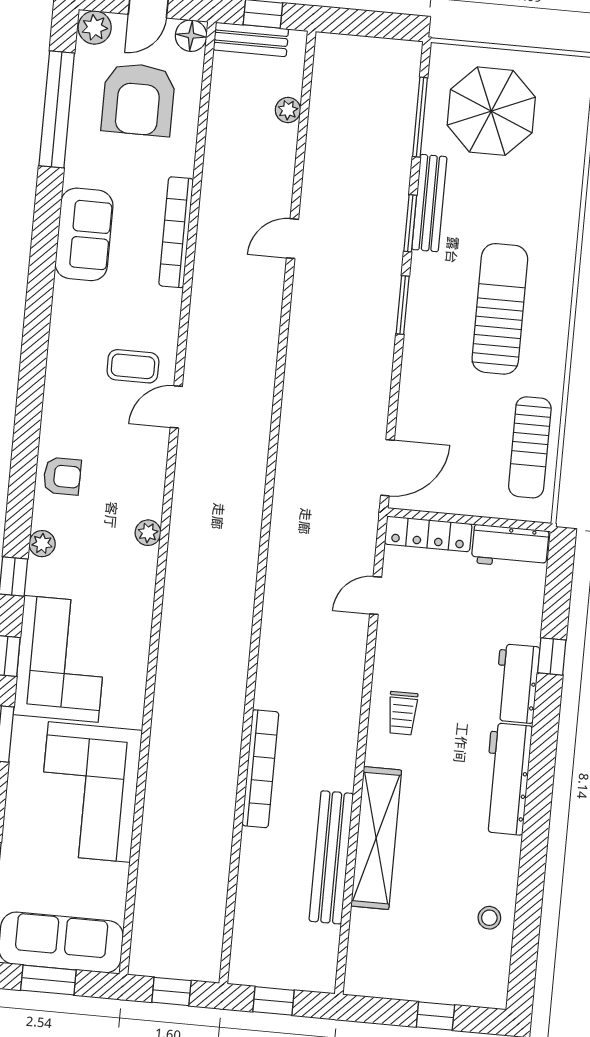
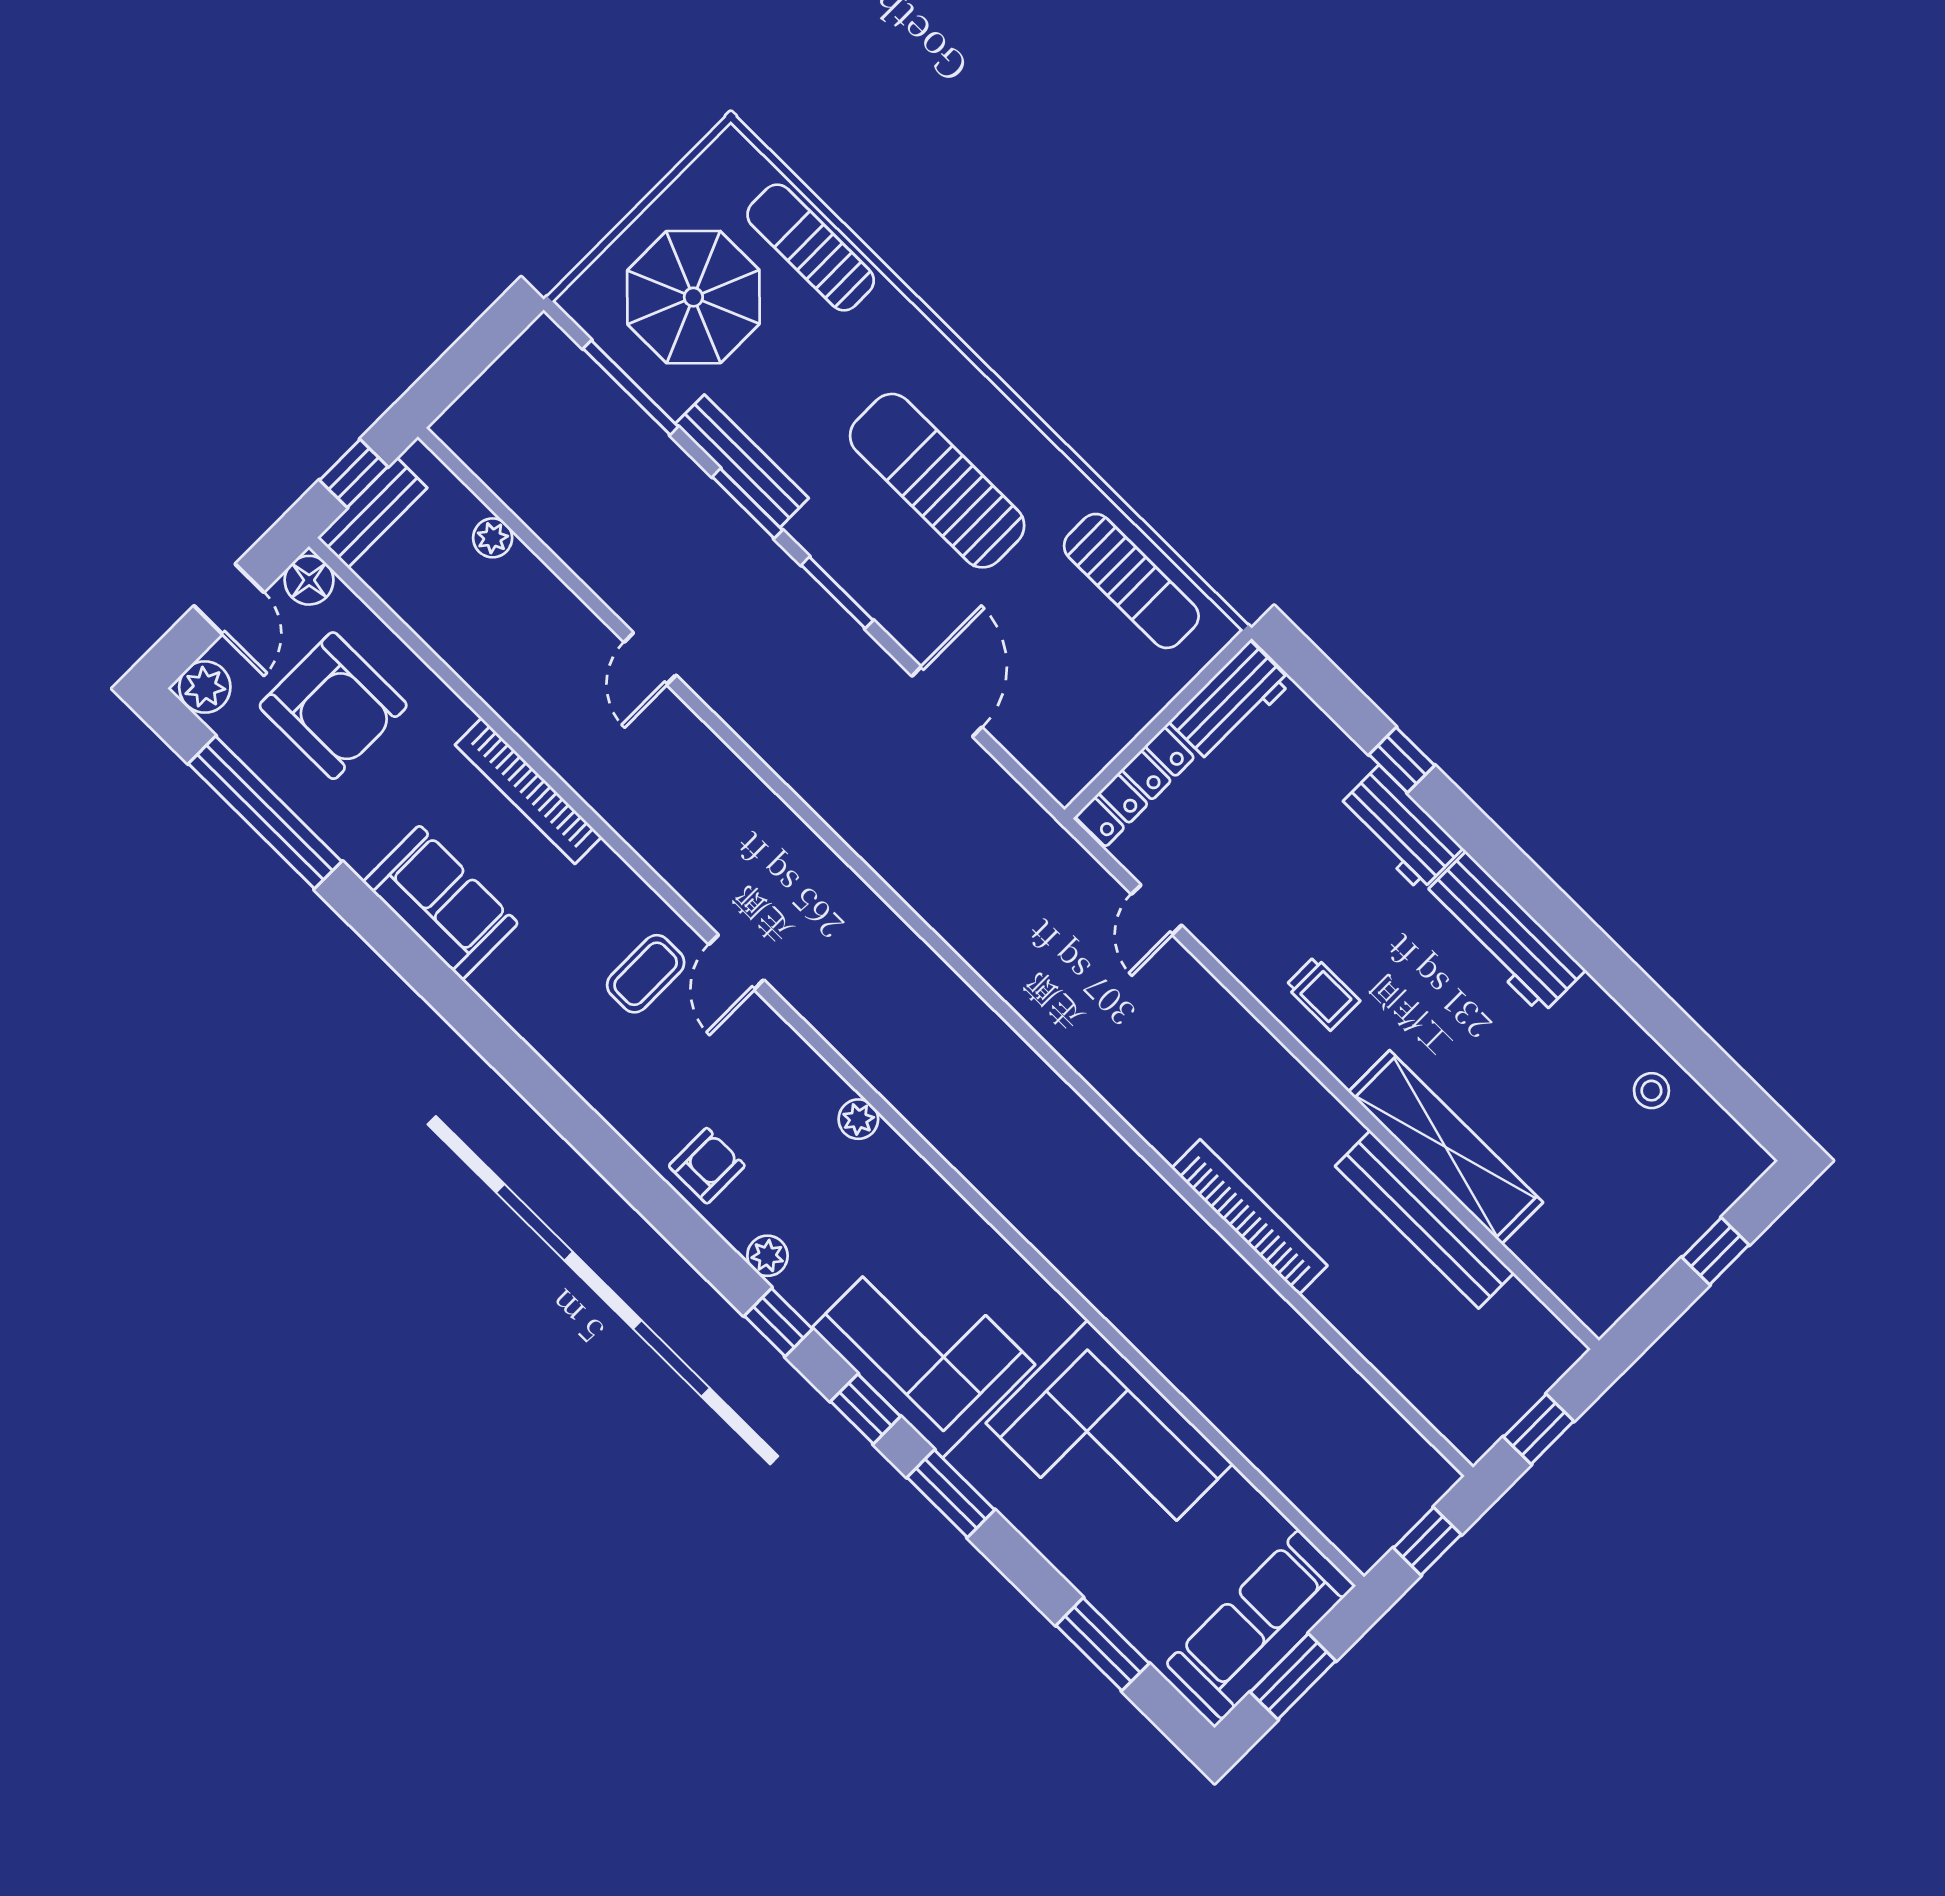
sun lounger: (564, 149) -> (811, 248), added
door: (388, 468) -> (947, 702), moved

